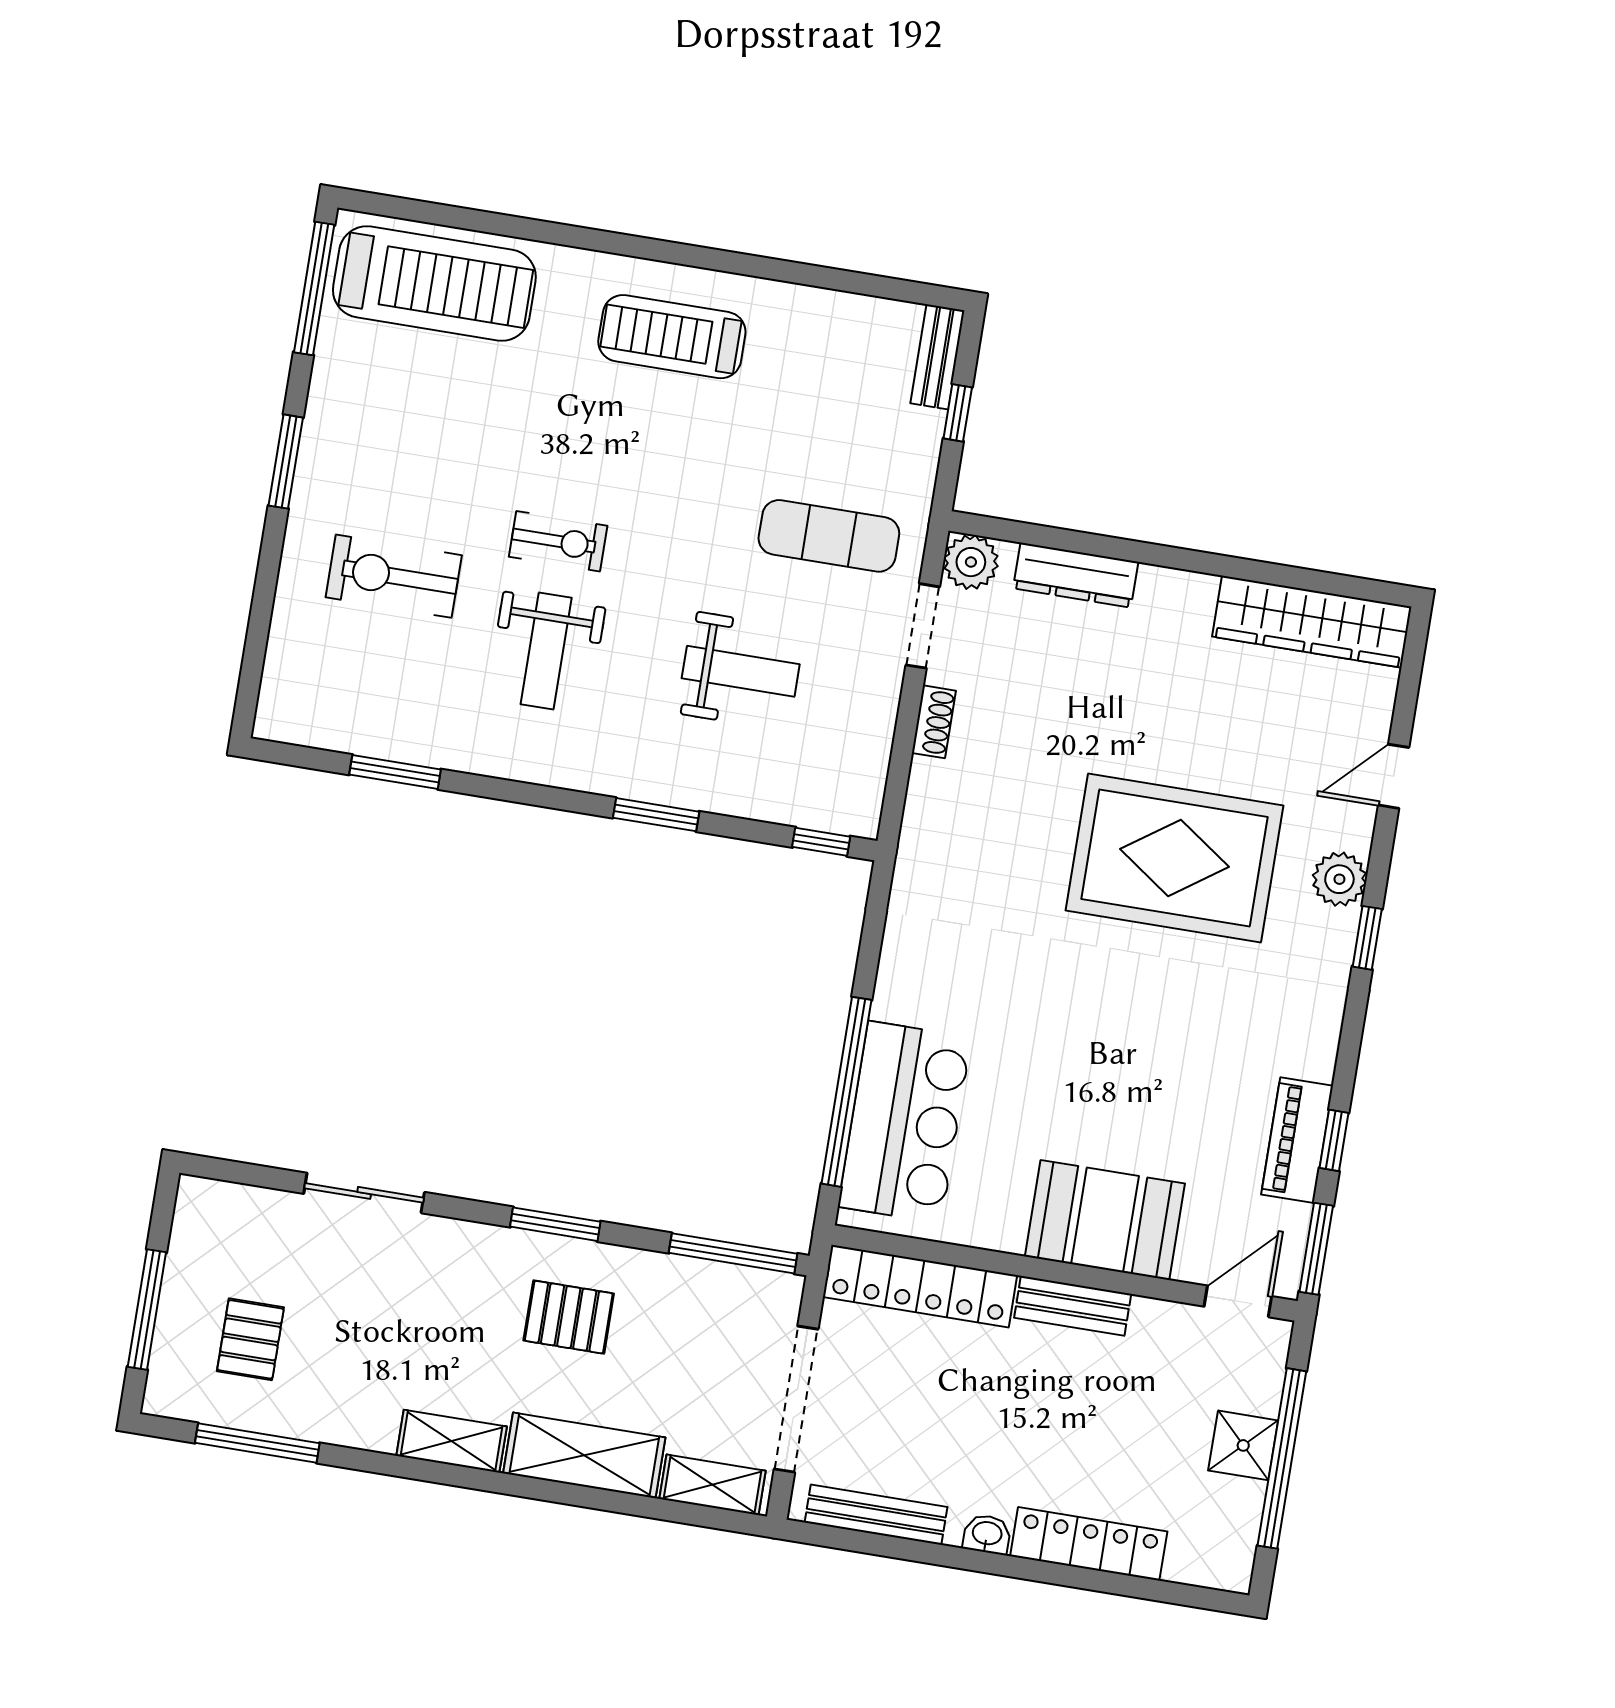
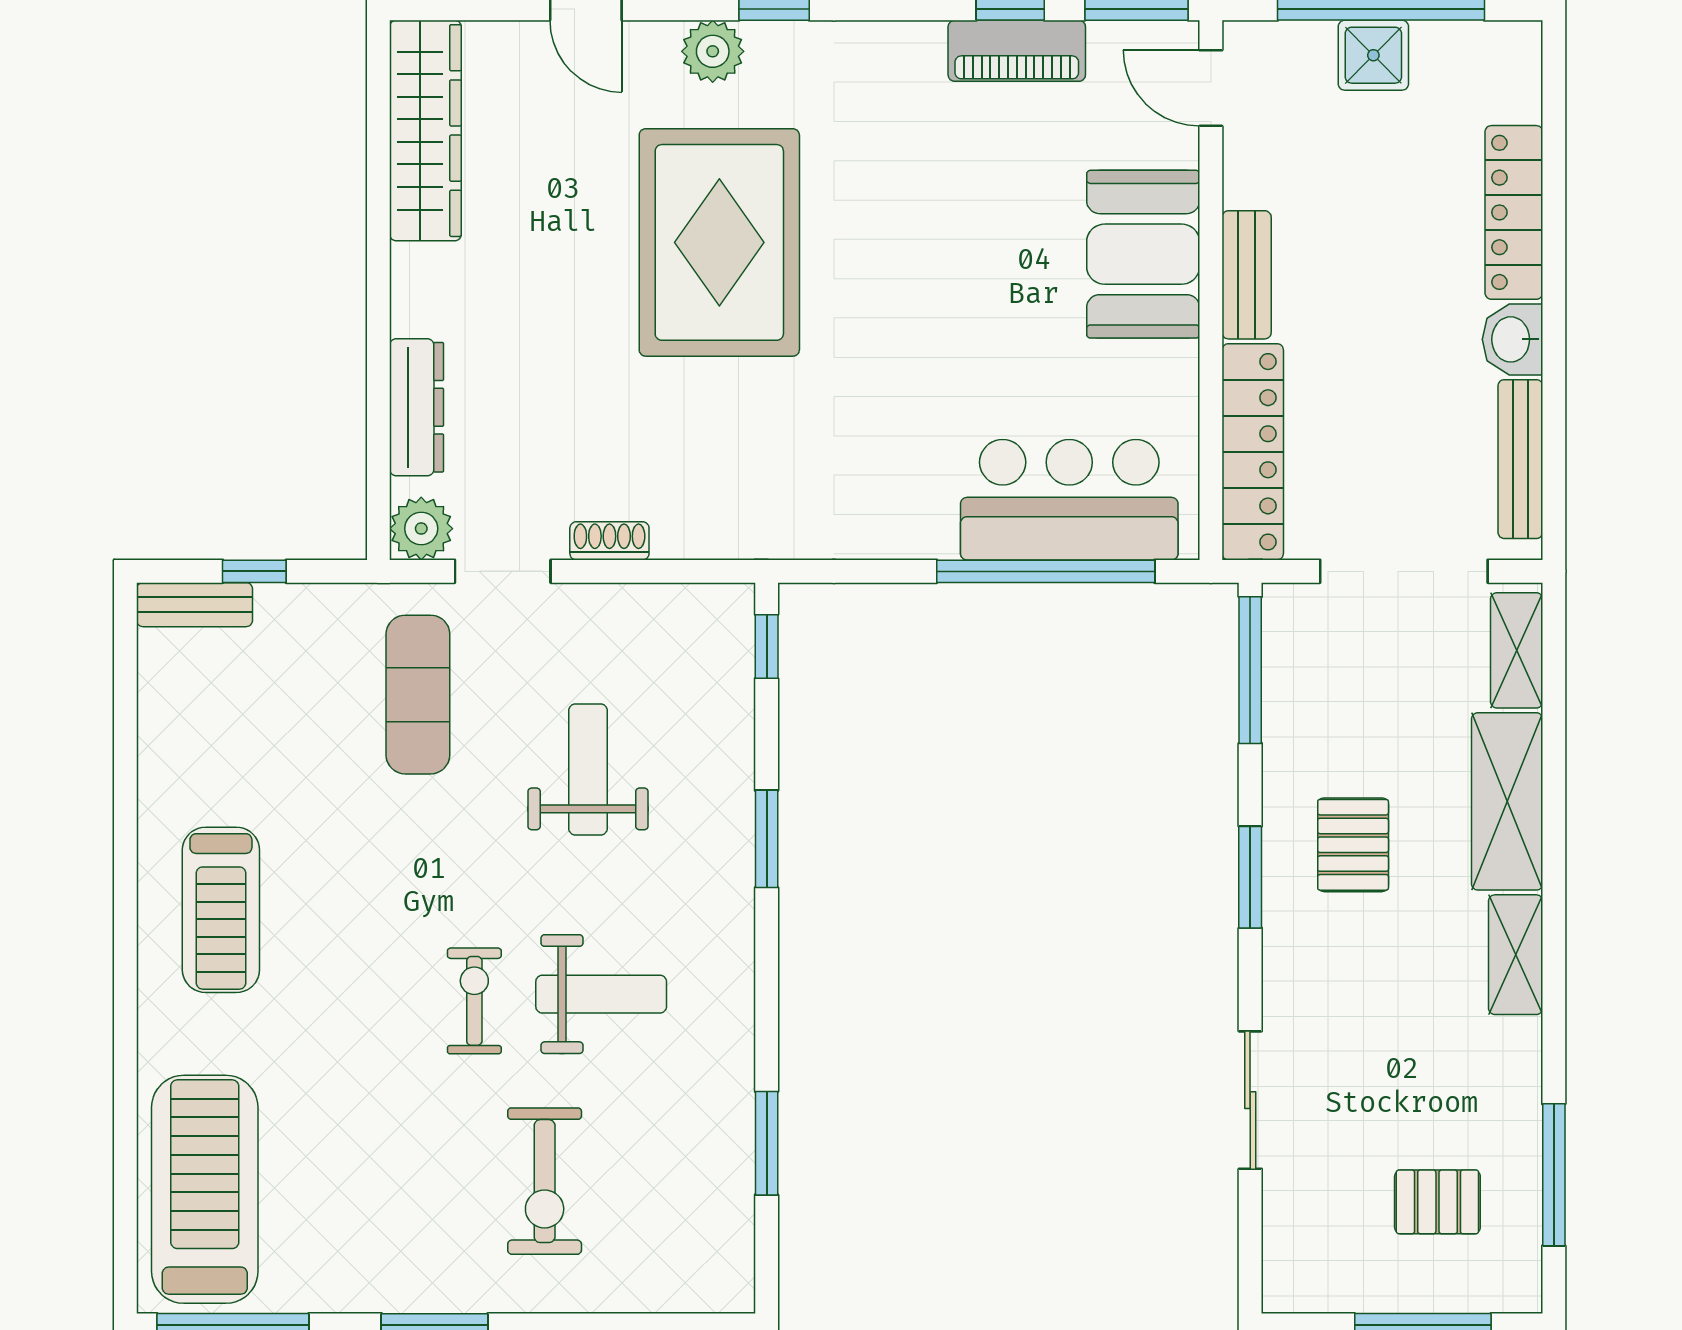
washbasin: (987, 1534) -> (1512, 339), width x1.38, depth x1.45

